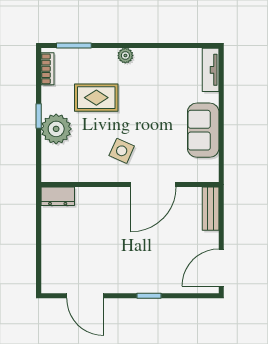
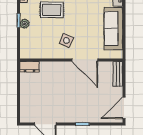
plant: (56, 129) -> (25, 24), width x0.53, depth x0.53
sofa: (203, 130) -> (113, 29), width x1.36
door: (153, 185) -> (85, 60), hinge flipped

